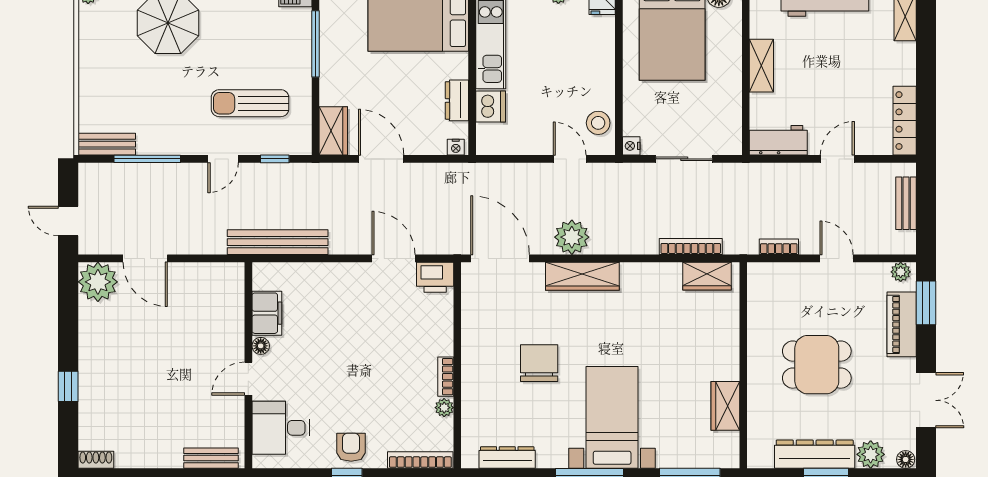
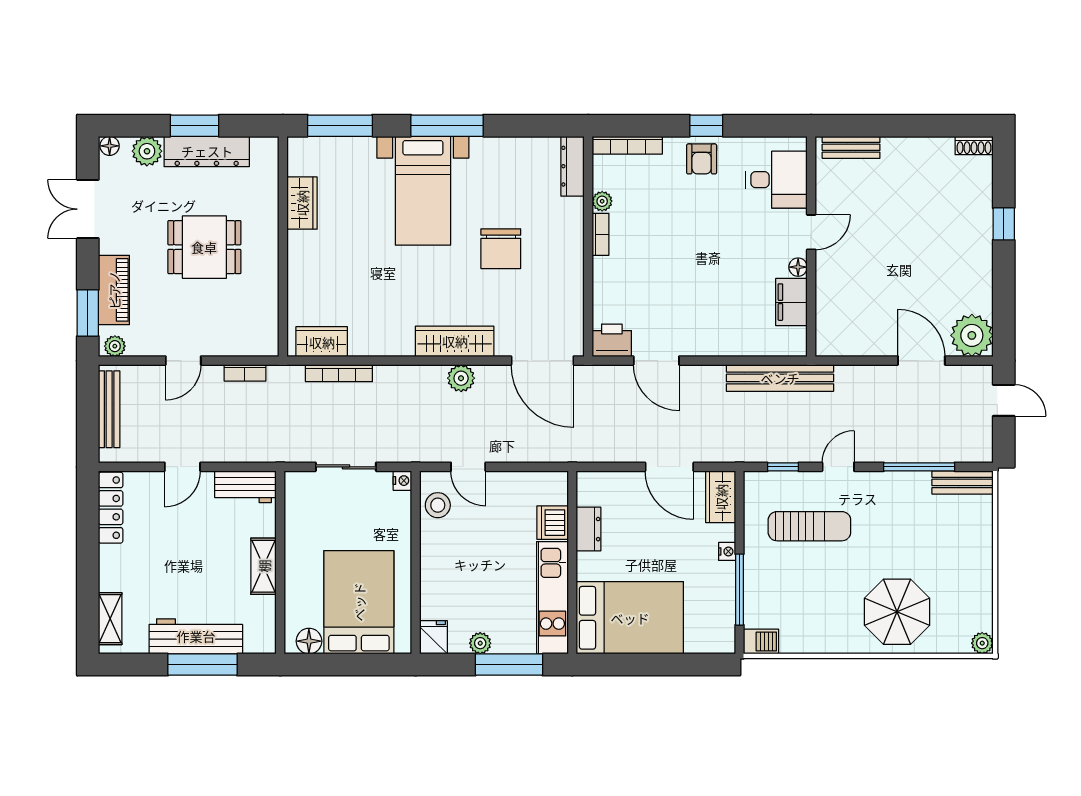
nightstand: (456, 147) -> (727, 551), moved, turned 90
bench: (906, 203) -> (109, 409), width x1.36
plant: (572, 237) -> (461, 378), width x0.73, depth x0.73
door: (837, 258) -> (183, 361), hinge flipped
dresser: (507, 457) -> (573, 166), moved, turned 90

